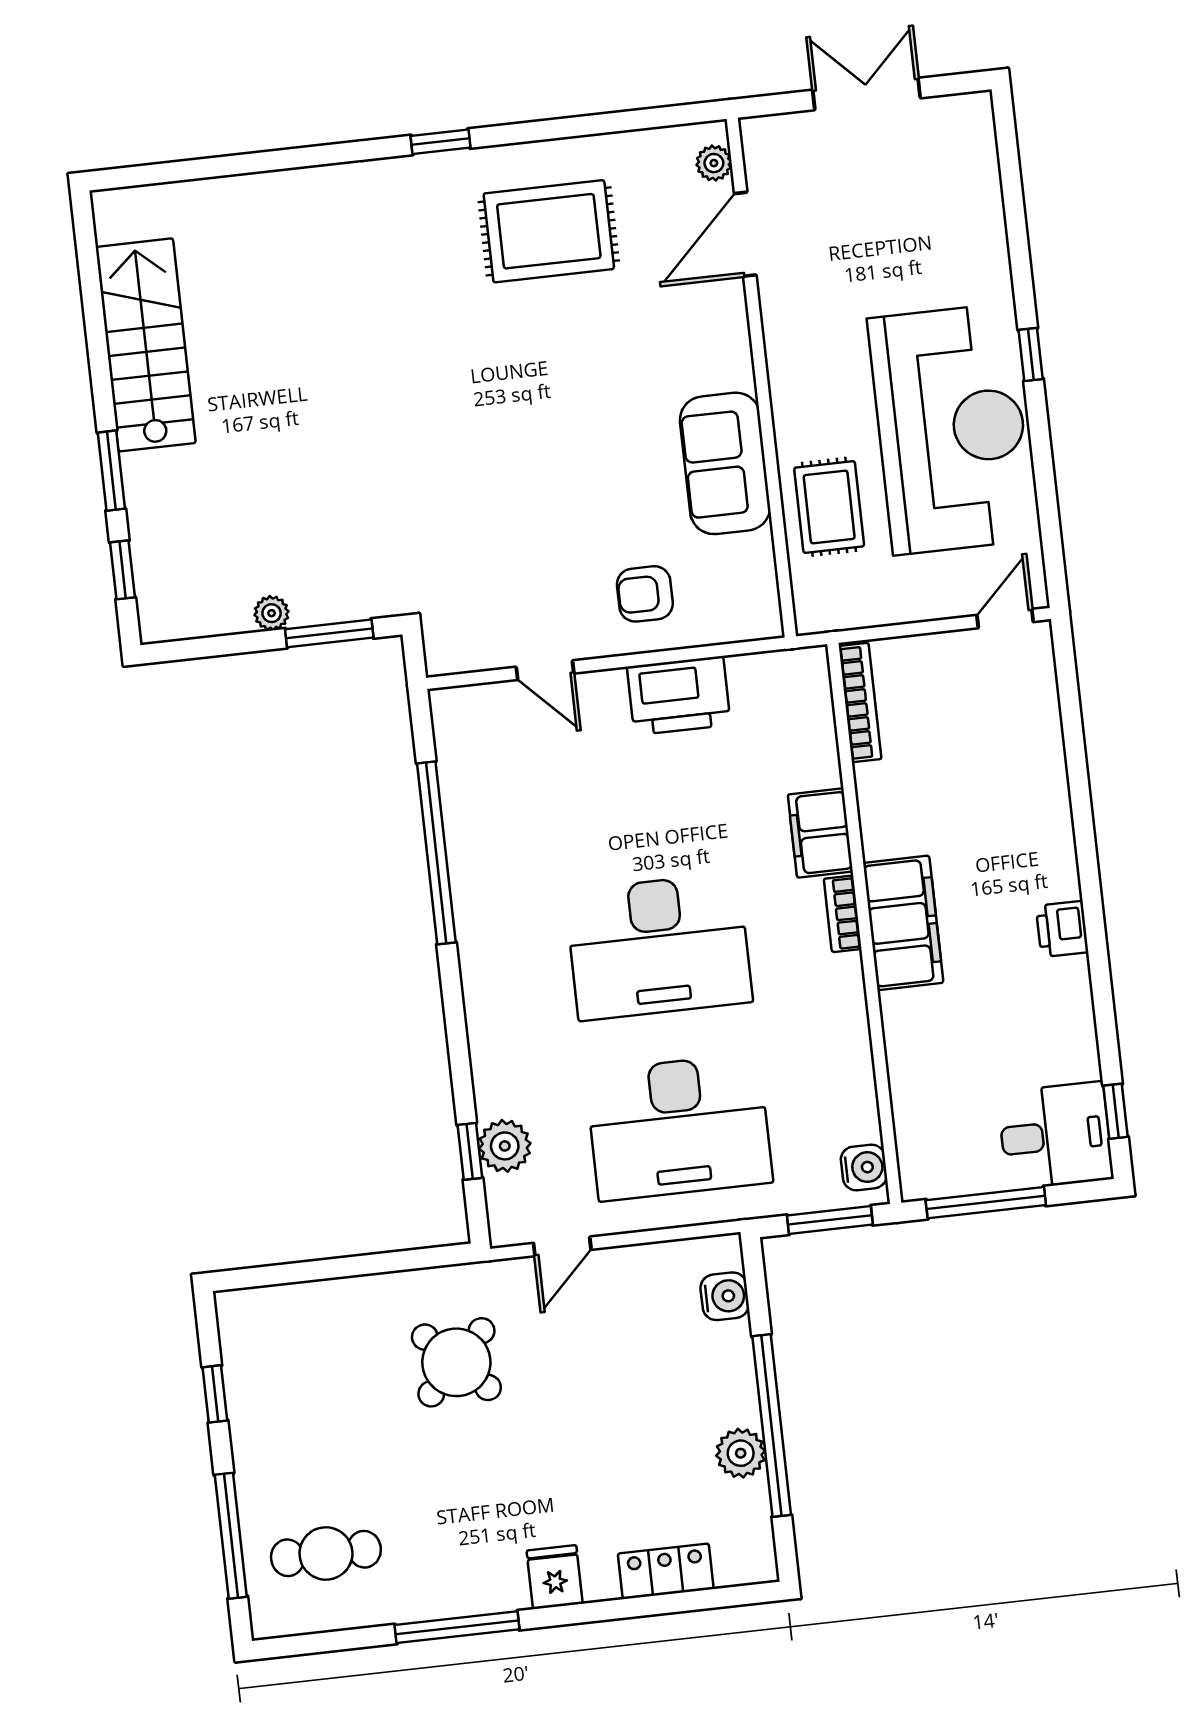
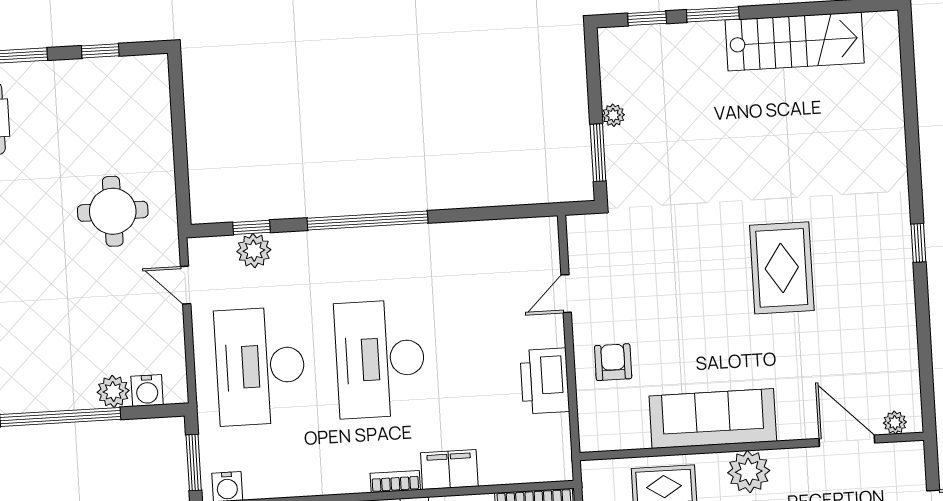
rug: (549, 231) -> (782, 268), moved
plant: (800, 380) -> (749, 472), added
sofa: (725, 463) -> (713, 419), width x1.36
window: (436, 853) -> (367, 221), moved
round table: (456, 1362) -> (113, 211), turned 45
plant: (741, 1453) -> (113, 391), moved

